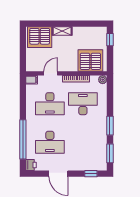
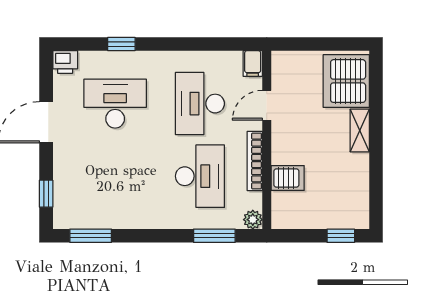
server rack: (90, 60) -> (288, 178), width x0.46, depth x0.70
door: (51, 73) -> (267, 105), swing flipped
window: (110, 126) -> (214, 236), moved
window: (23, 139) -> (121, 44), width x0.32
desk: (50, 142) -> (115, 104), turned 90

